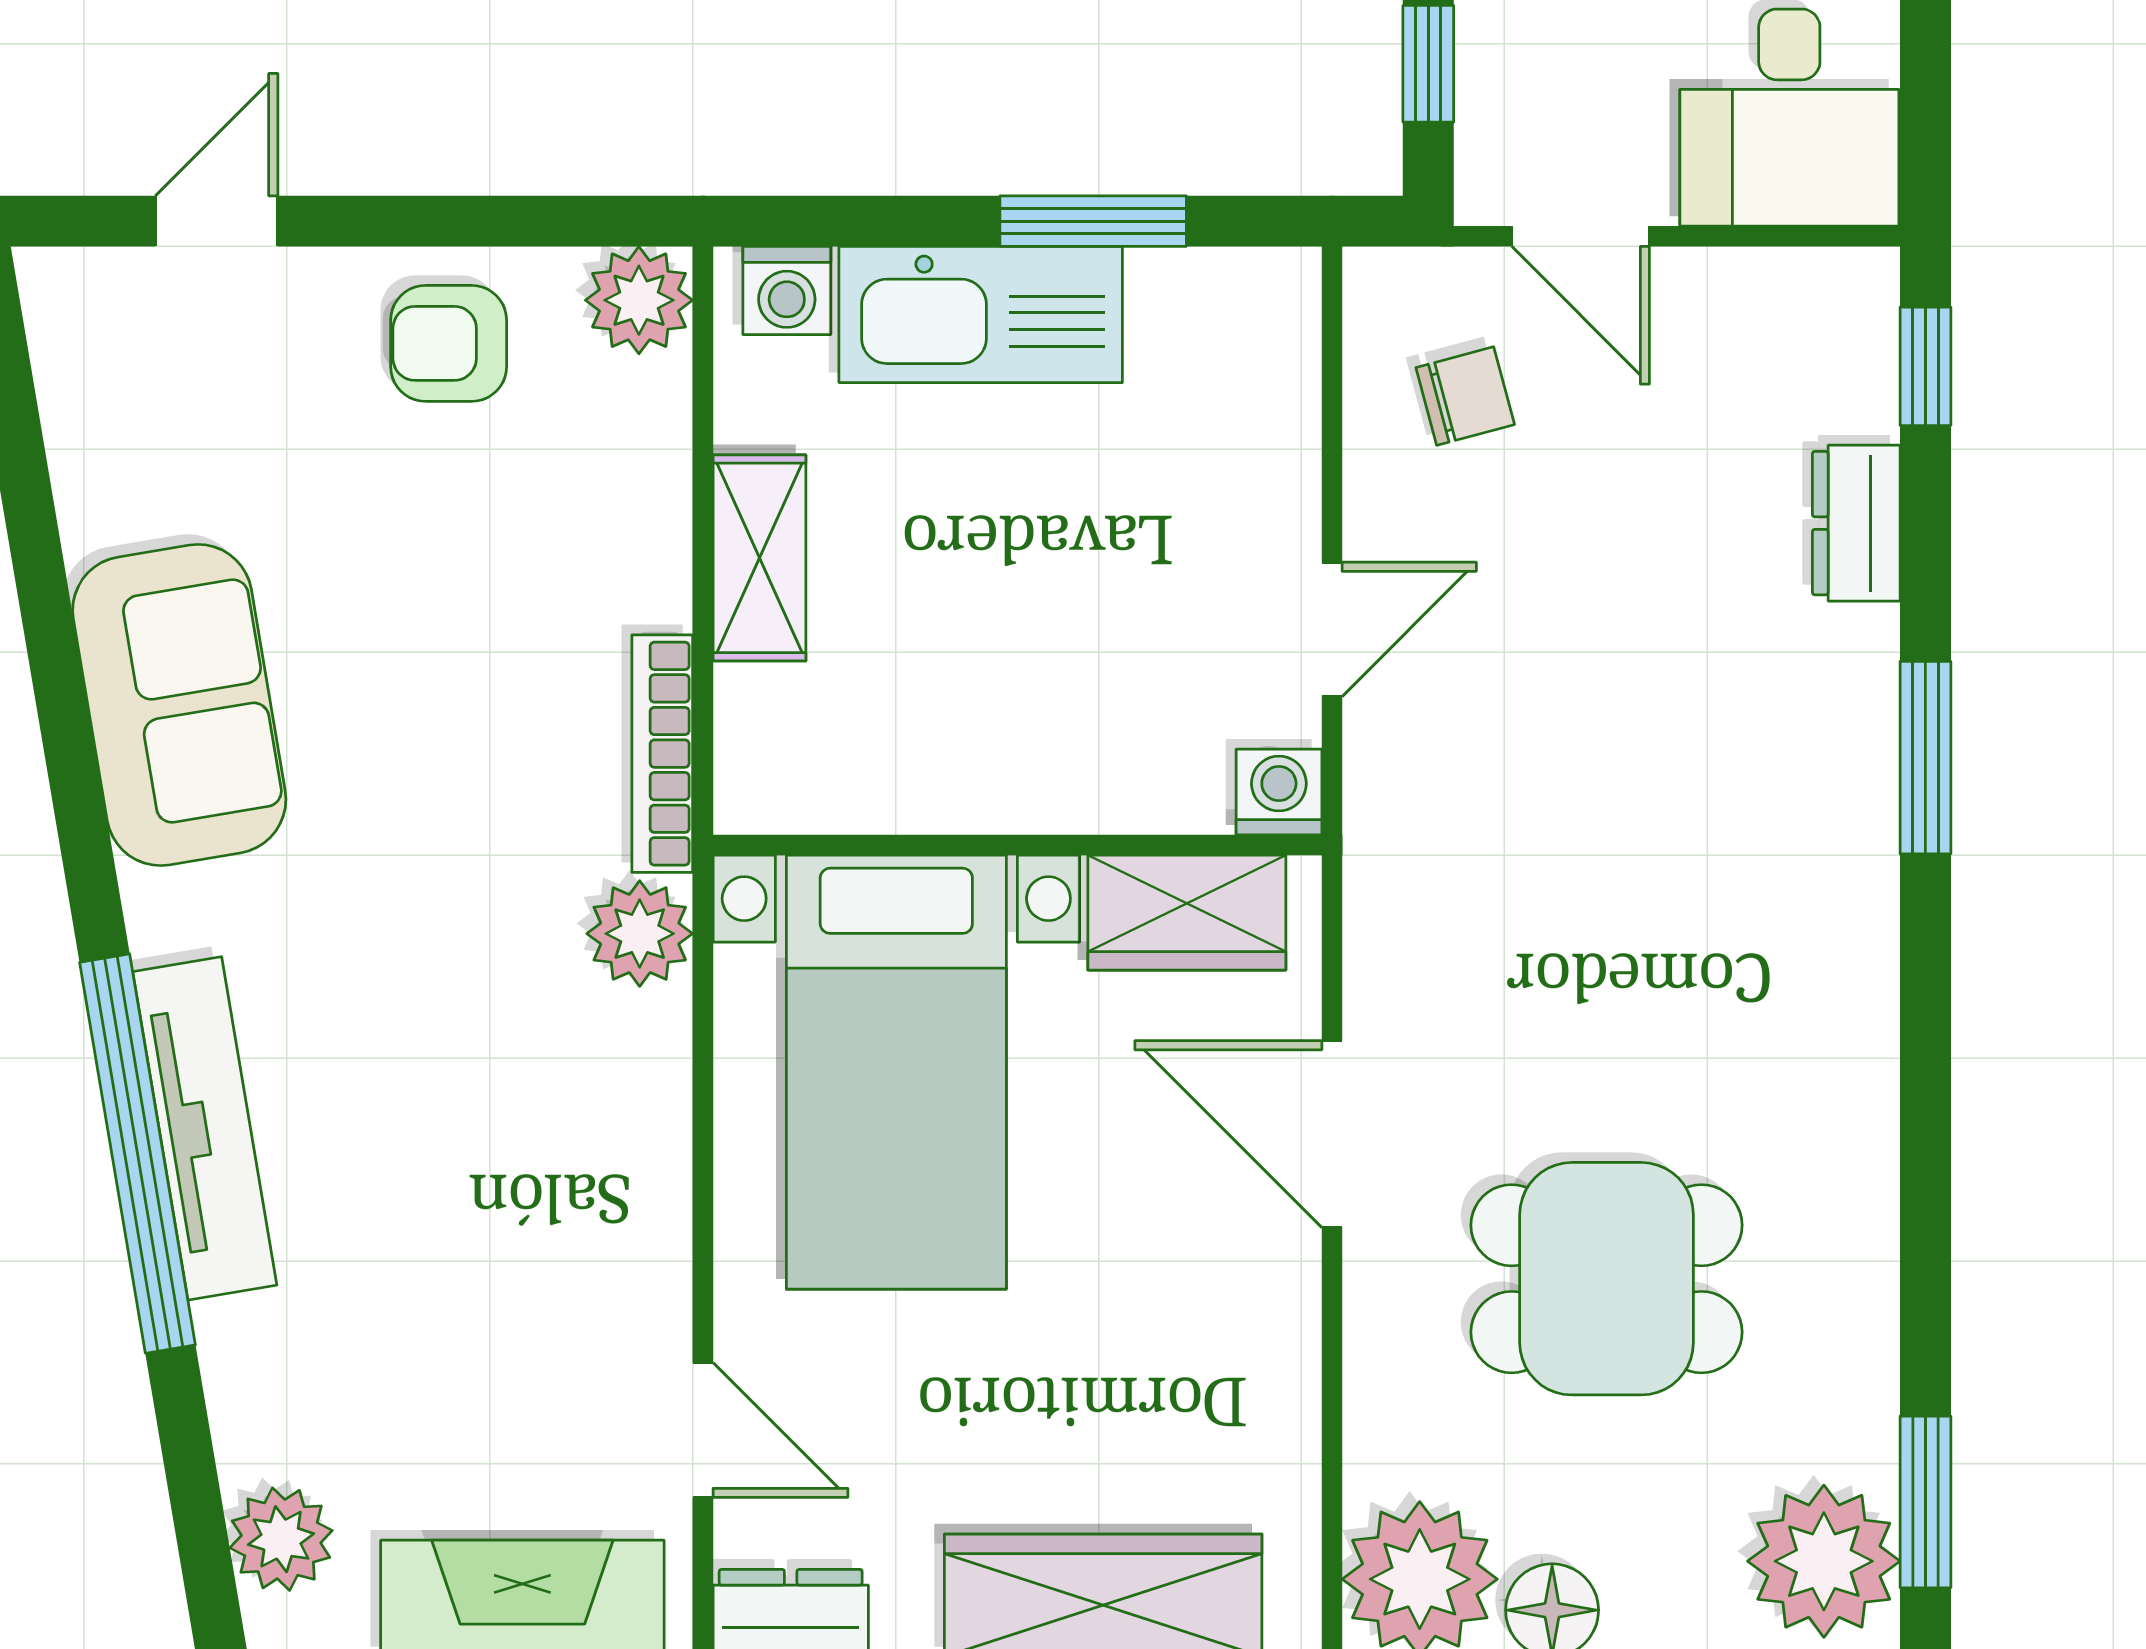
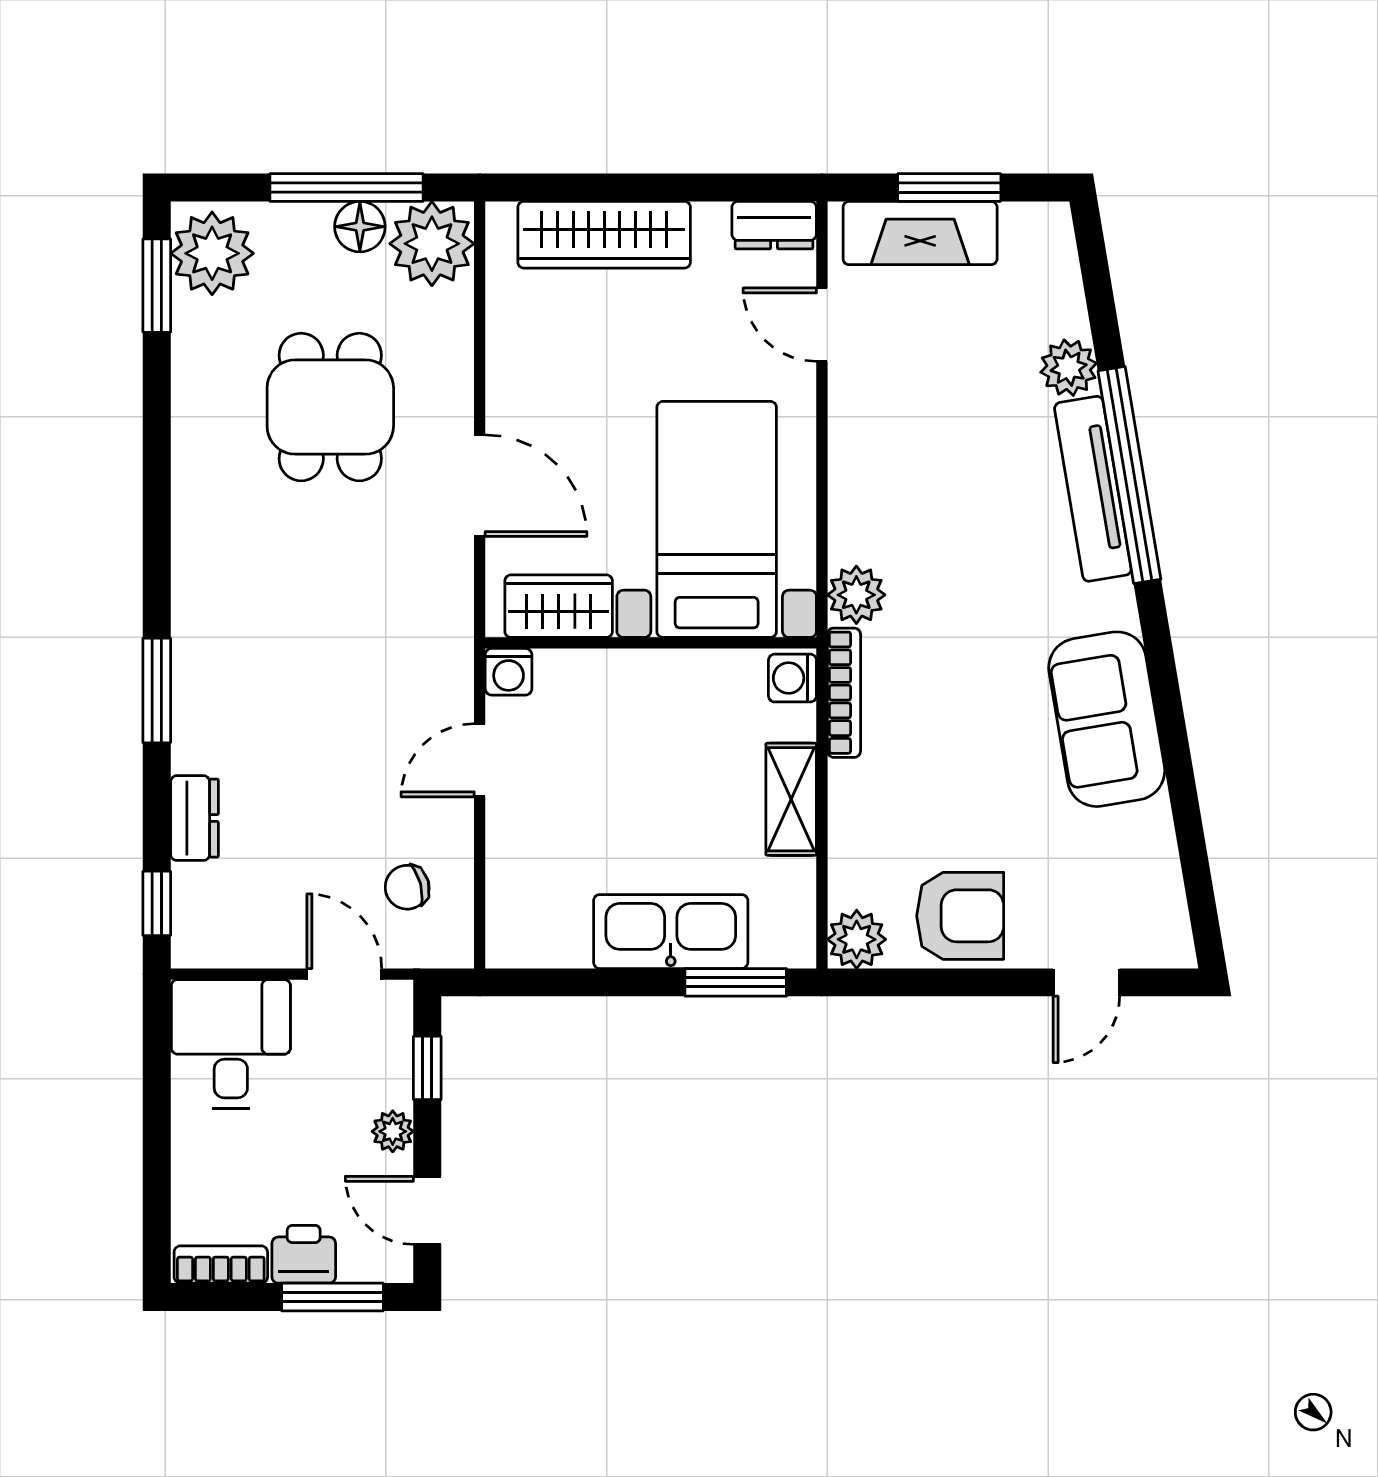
window: (1093, 221) -> (736, 982), moved
washing machine: (787, 291) -> (792, 678), moved, turned -90
armchair: (449, 343) -> (960, 916), width x1.38, depth x1.38
dining table: (1607, 1279) -> (330, 407), turned 90
plant: (281, 1539) -> (1069, 368), moved

